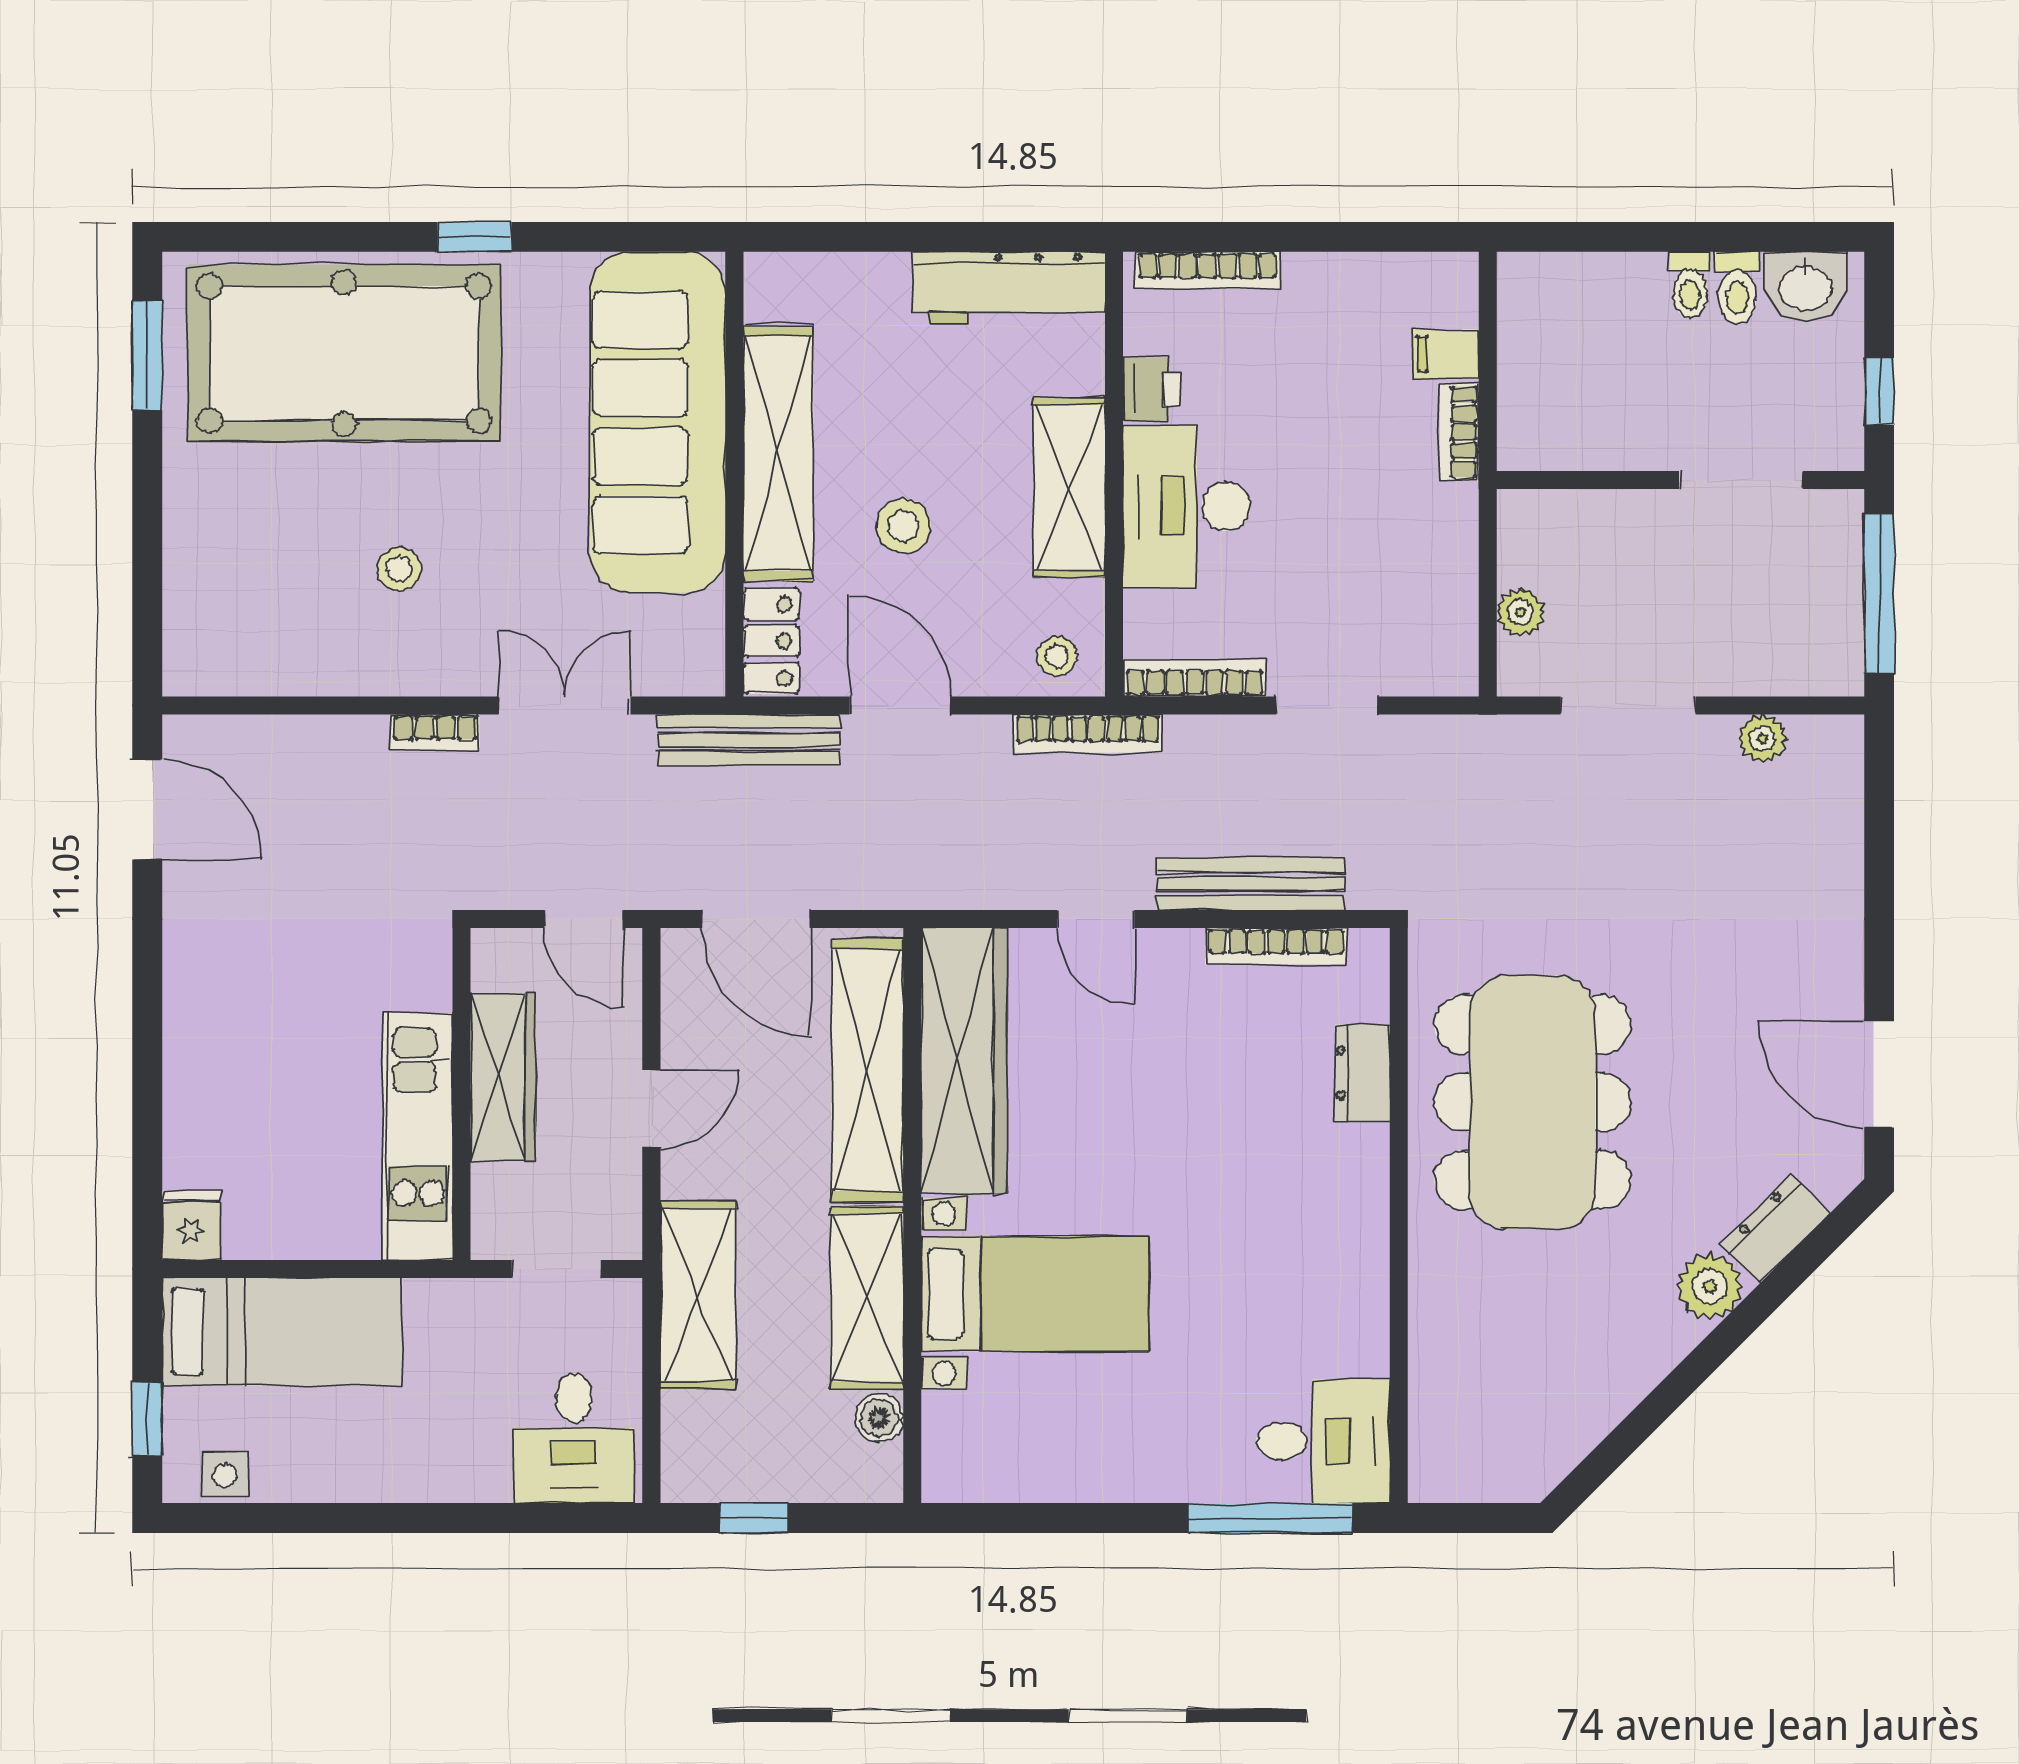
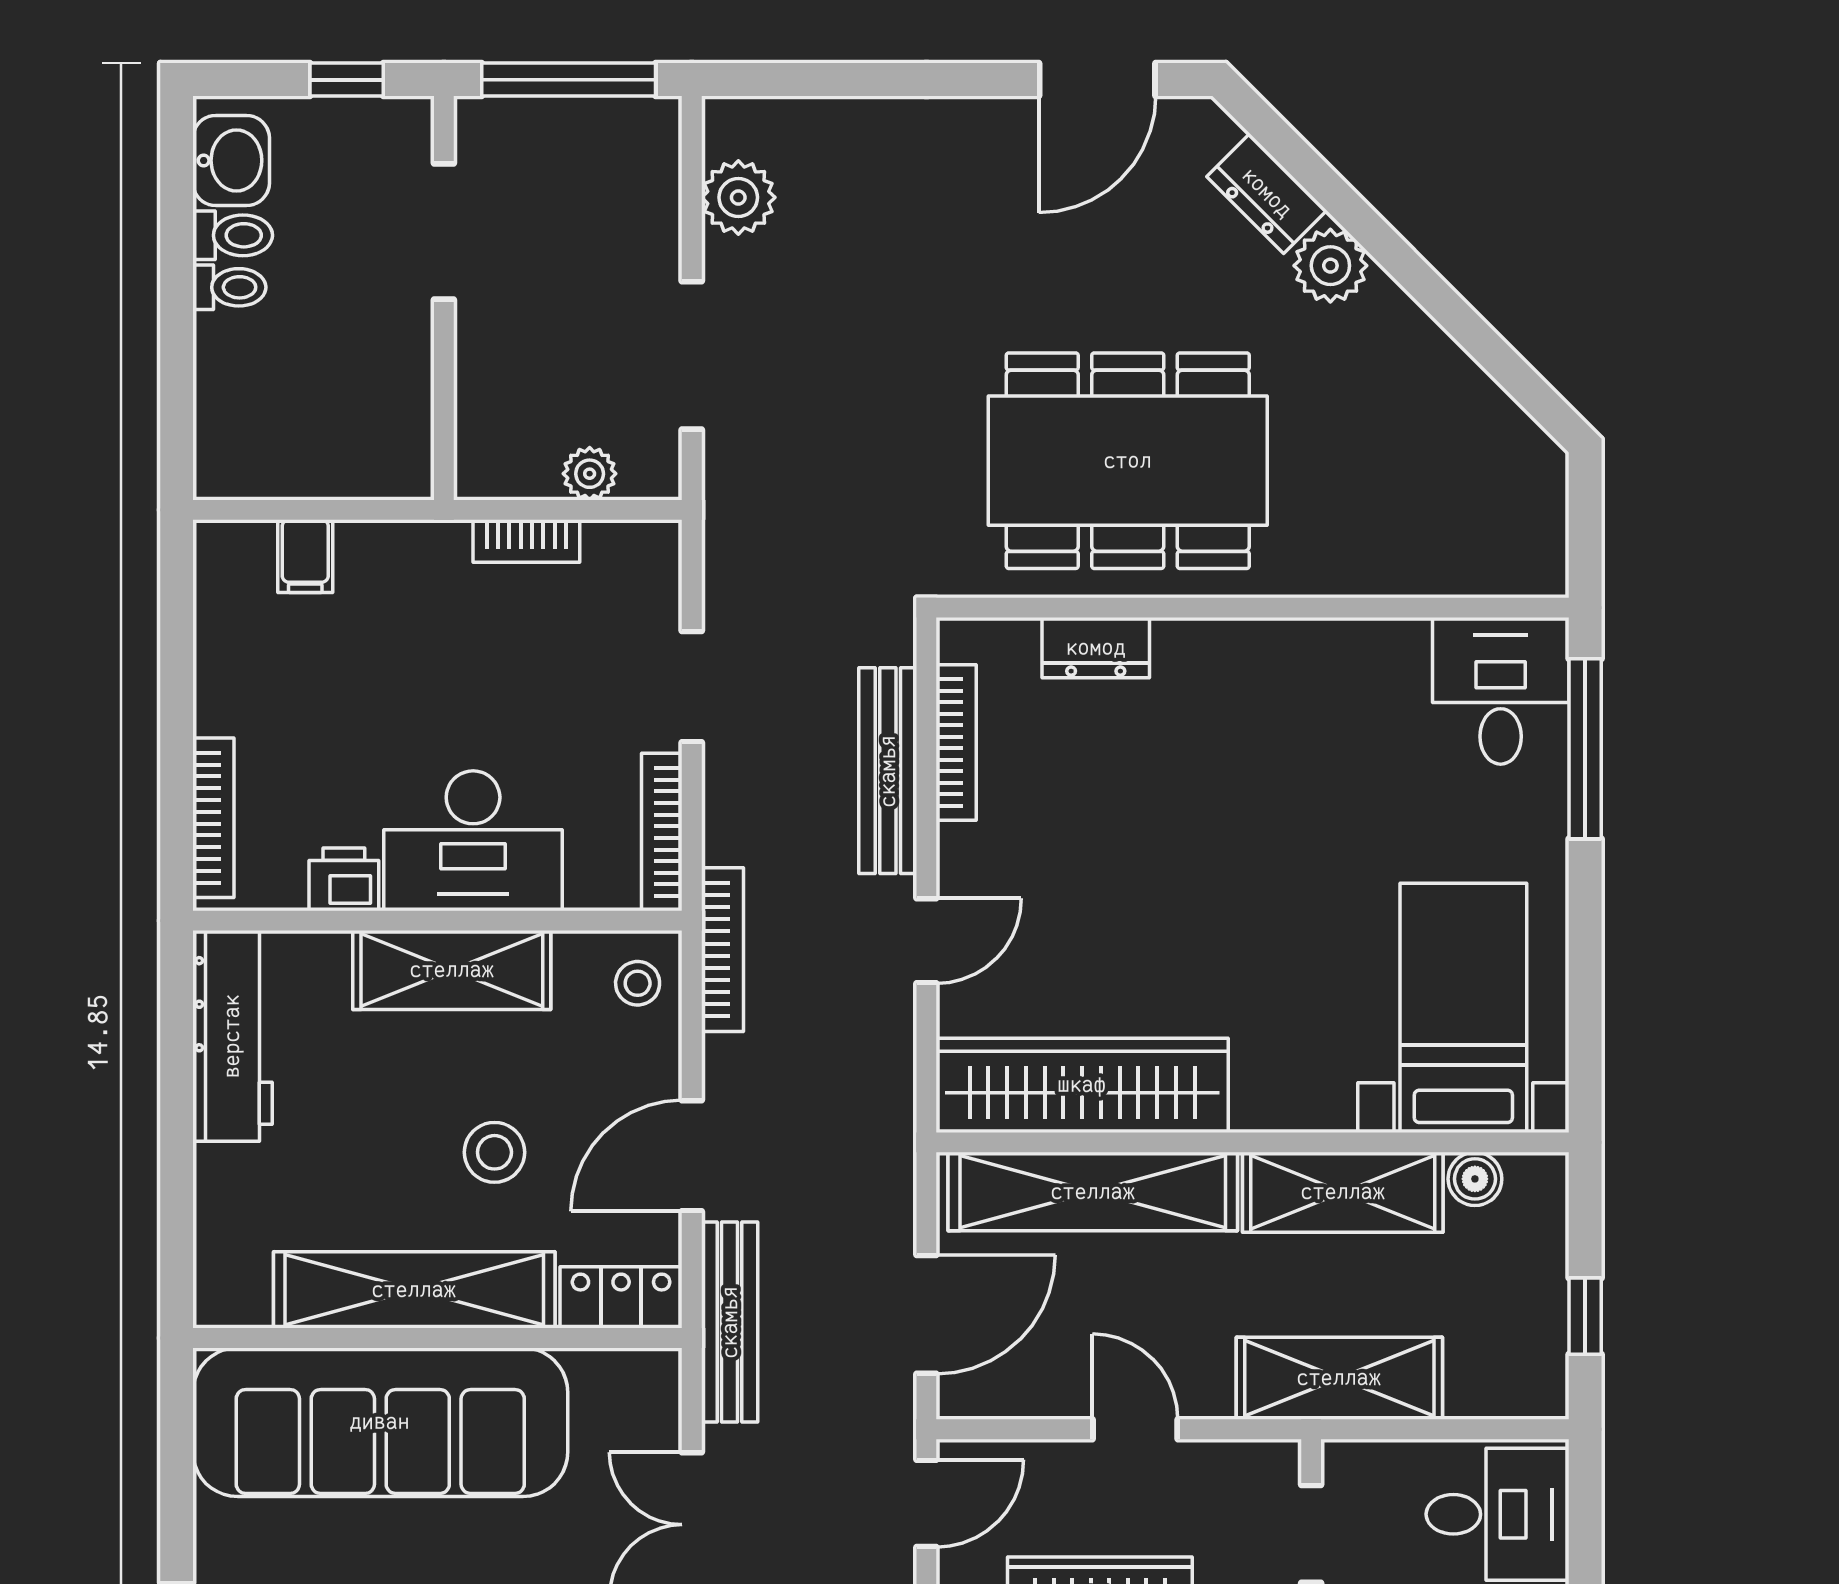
bookcase: (1459, 432) -> (526, 541), moved
plant: (1763, 739) -> (738, 197), width x1.38, depth x1.38
bed with nightstands: (1035, 1294) -> (1463, 1008), moved

